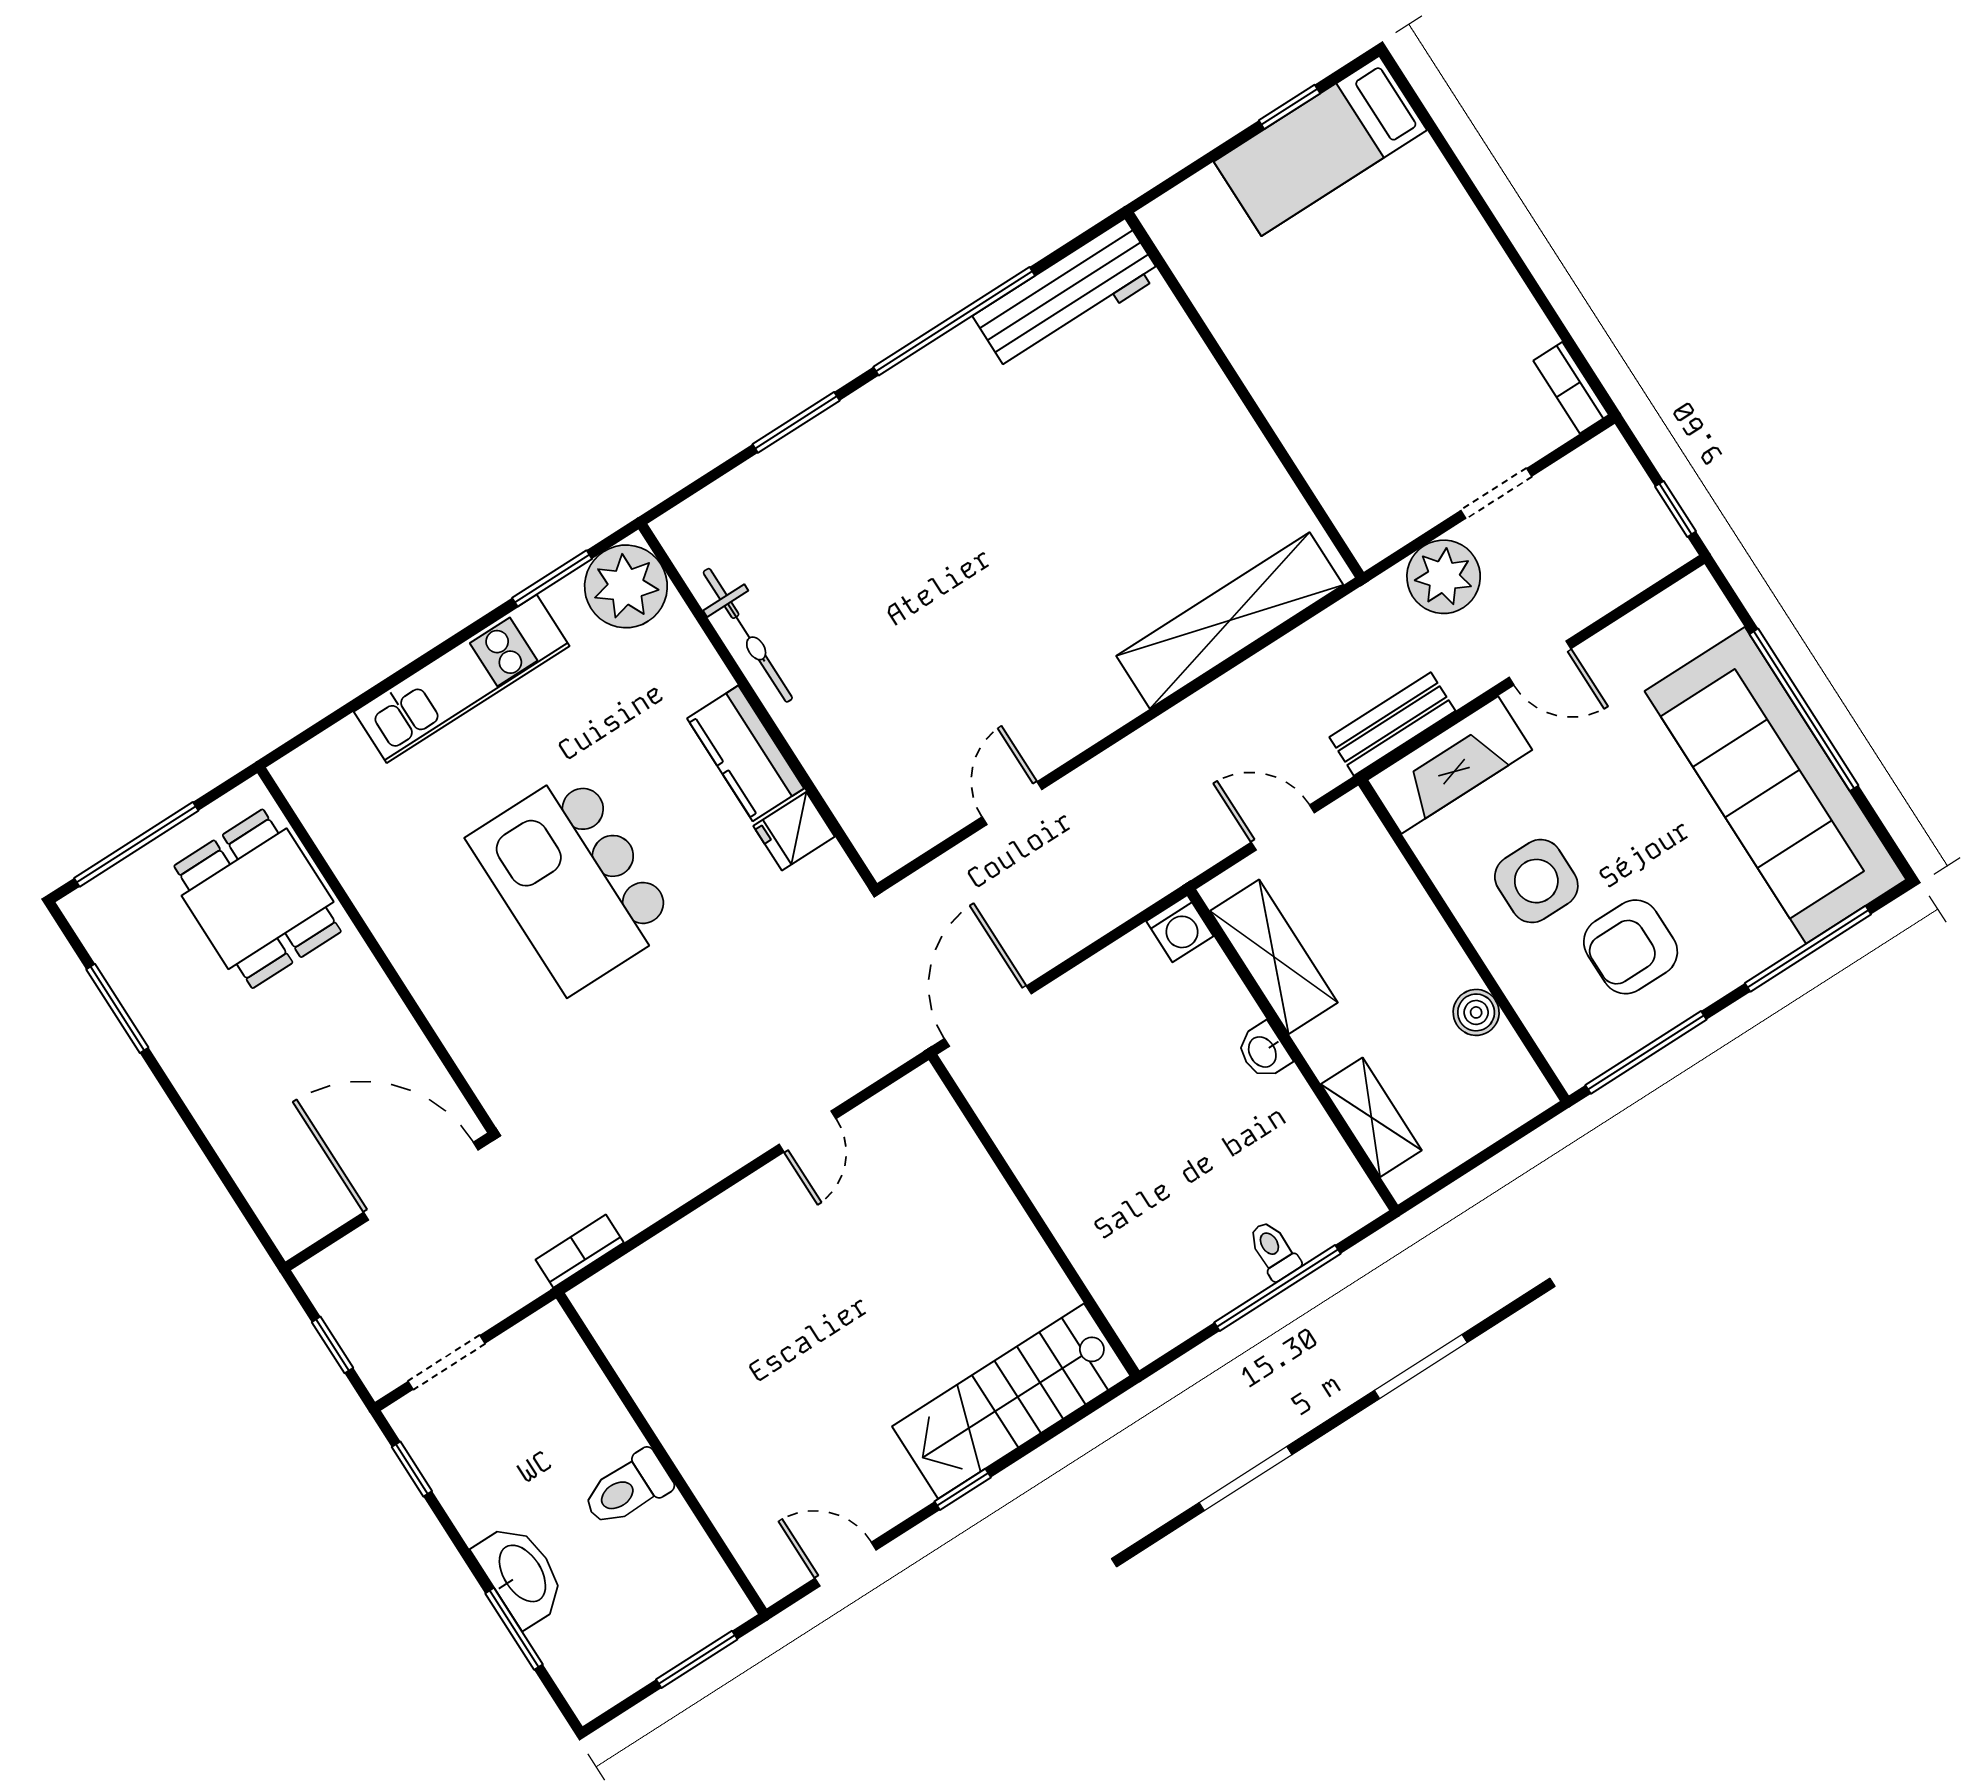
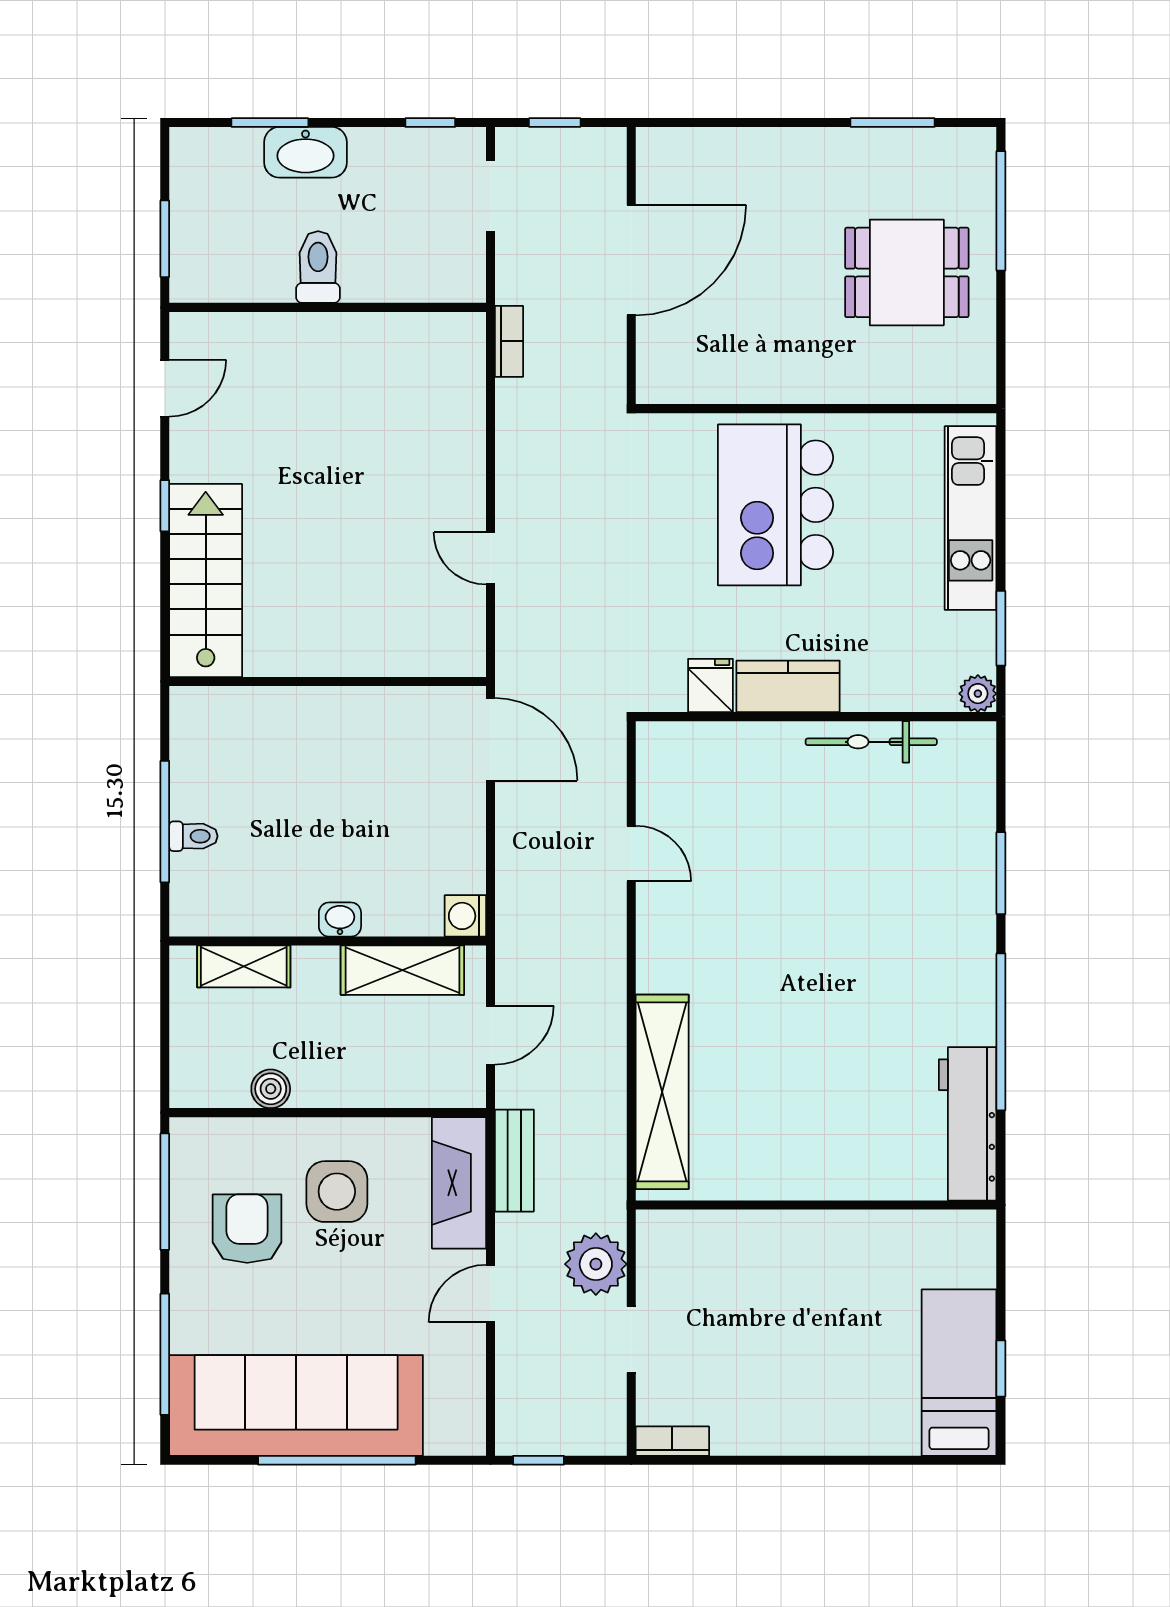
plant: (626, 586) -> (978, 694), width x0.53, depth x0.53
kitchen island: (573, 882) -> (775, 505), turned -90
wall: (376, 950) -> (816, 409), moved

